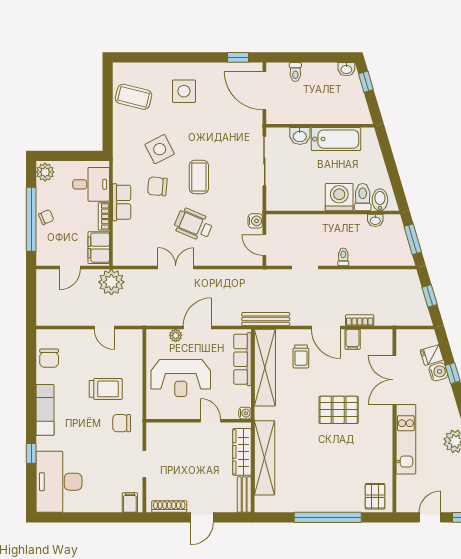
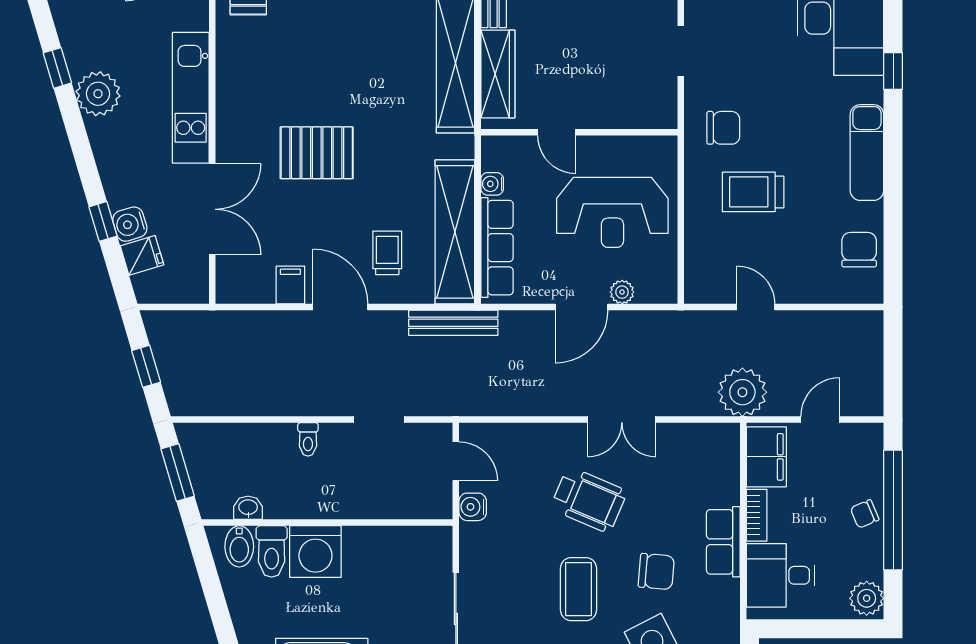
bookcase: (360, 320) -> (277, 321), removed
reception desk: (181, 378) -> (612, 212), turned 180
water cooler: (245, 413) -> (492, 184), moved

